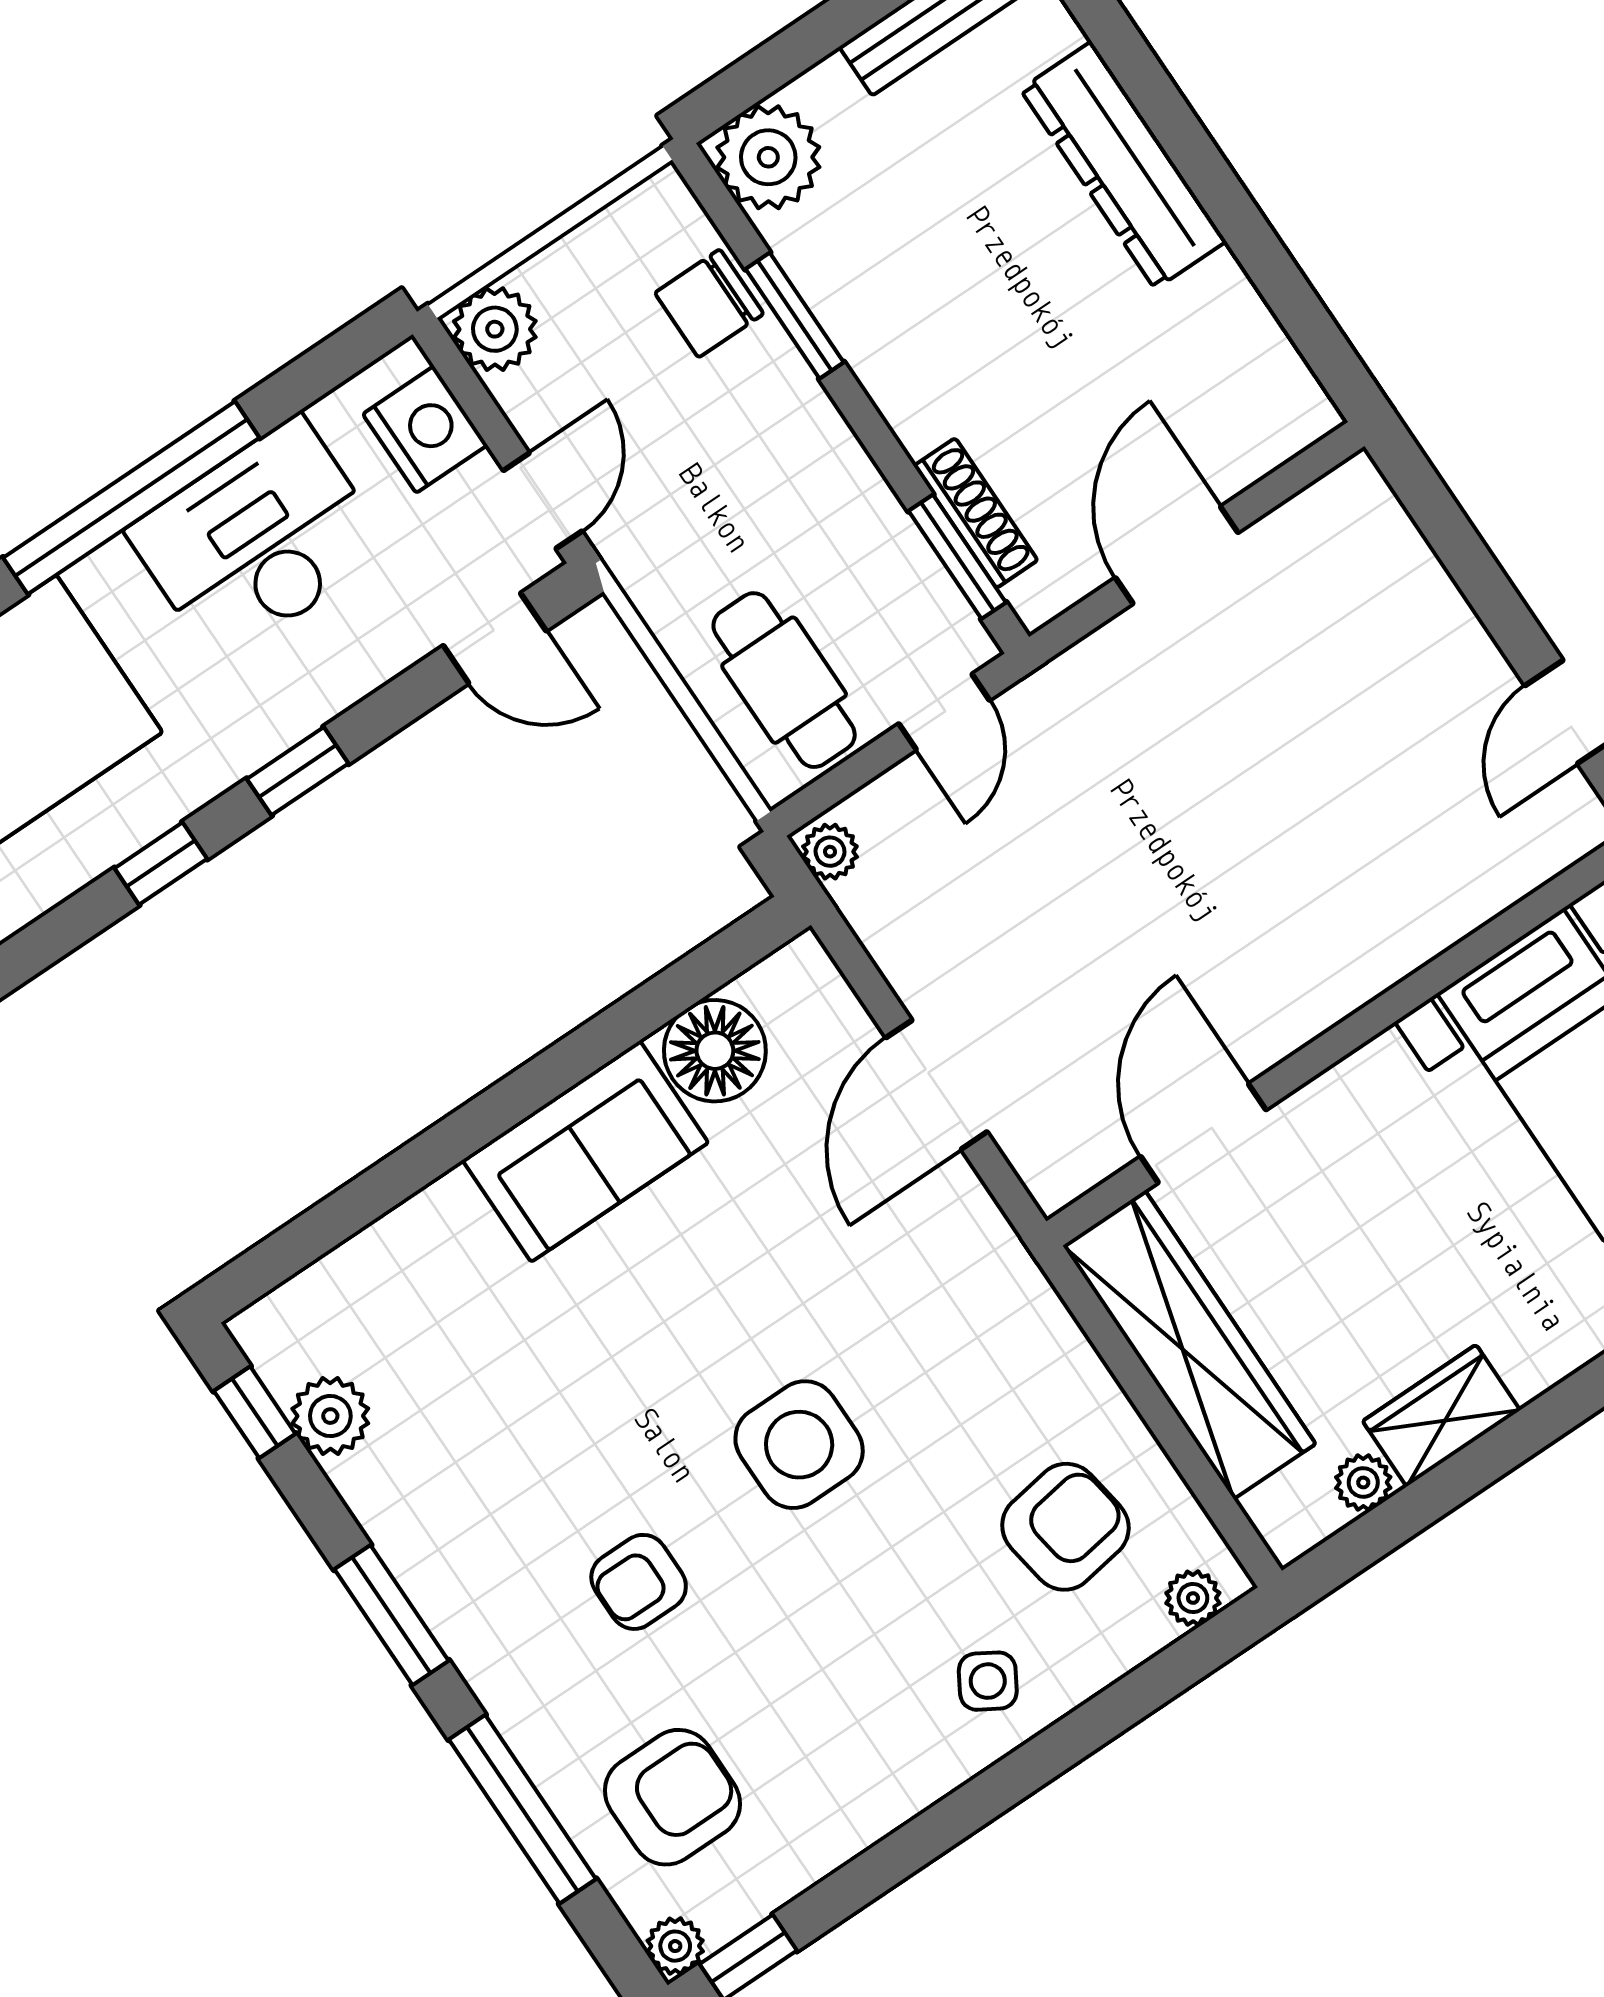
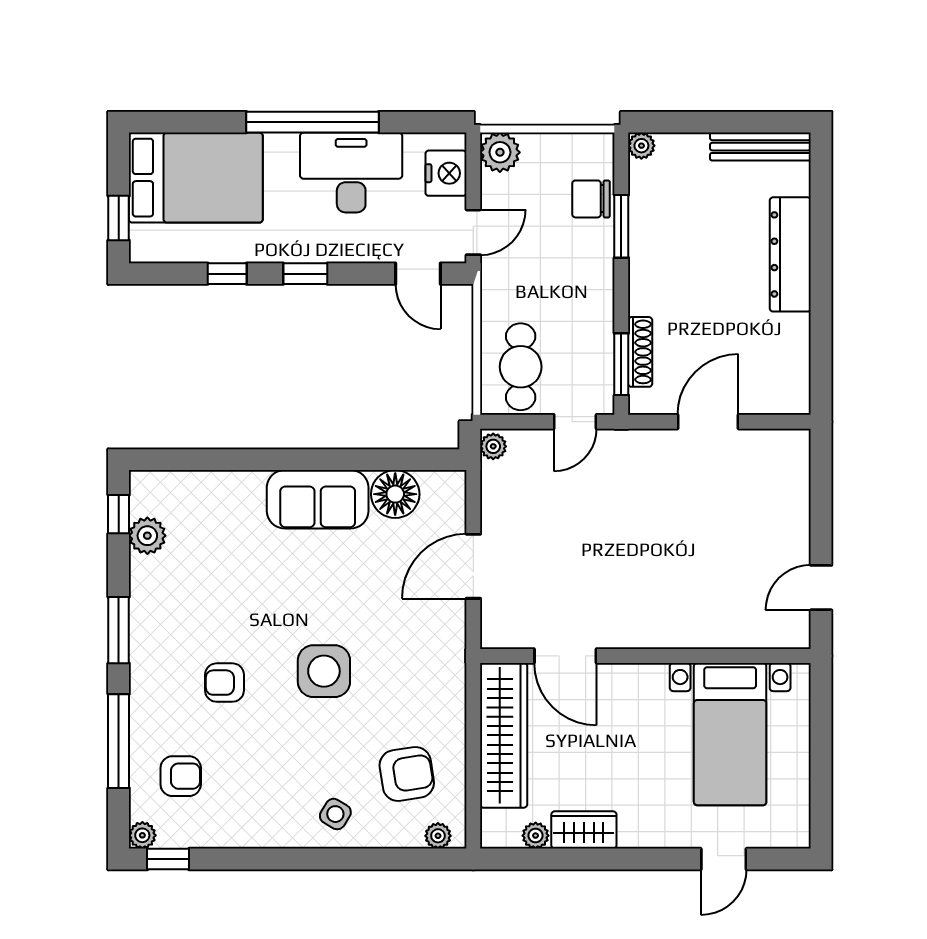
plant: (768, 157) -> (641, 146), width x0.53, depth x0.53
door: (1203, 1133) -> (565, 656), swing flipped
armchair: (672, 1797) -> (181, 776), width x0.72, depth x0.72

